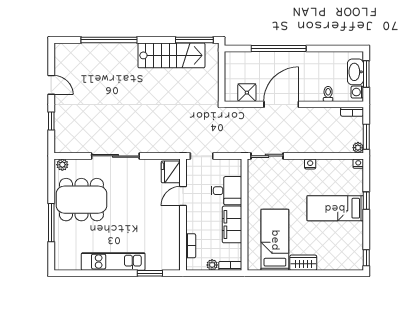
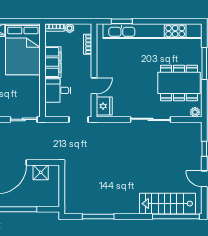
window: (109, 40) -> (176, 216), moved
window: (194, 40) -> (98, 216), moved
stairs: (171, 55) -> (167, 204), moved
bed: (275, 240) -> (23, 49), width x1.50
kitchen unit: (113, 262) -> (152, 31), width x1.86

